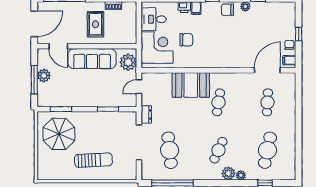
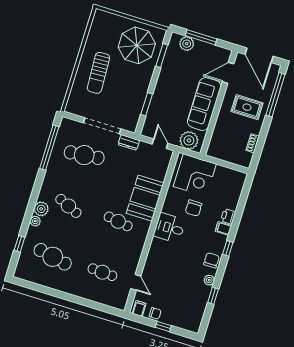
desk: (154, 19) -> (170, 228), moved, turned -90
rug: (95, 24) -> (247, 107), moved
door: (267, 70) -> (136, 282), width x0.53
plant: (44, 75) -> (187, 44), moved

